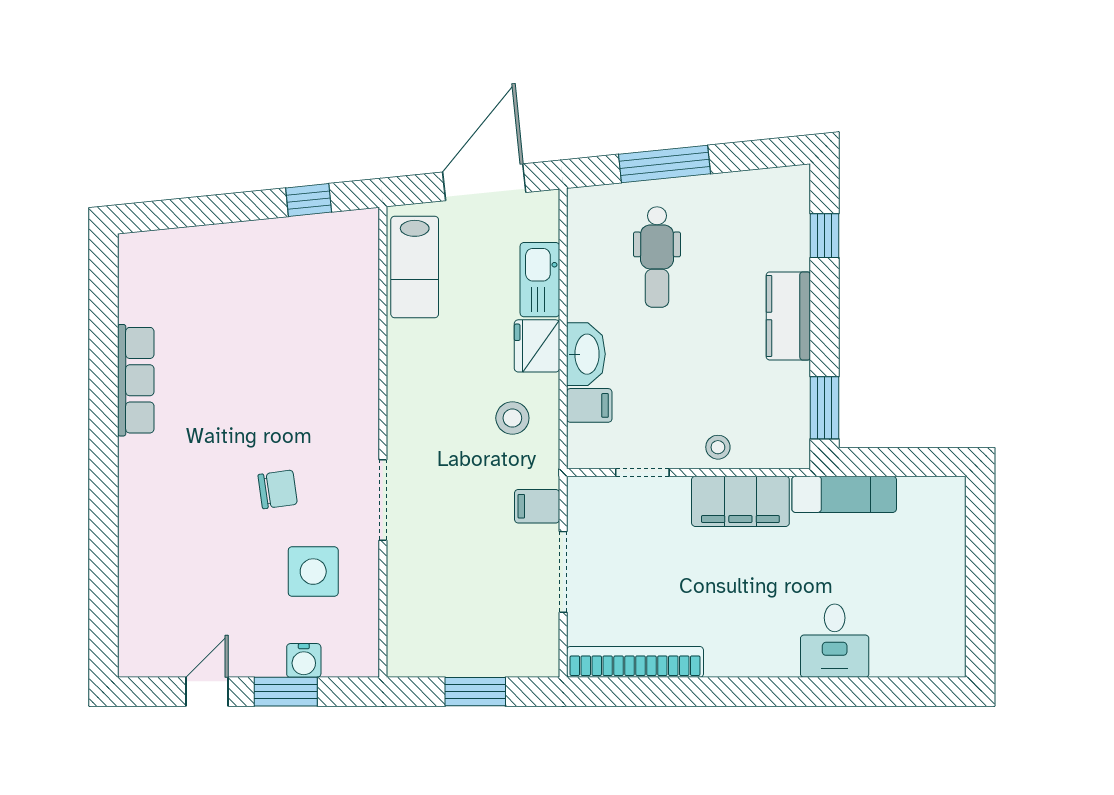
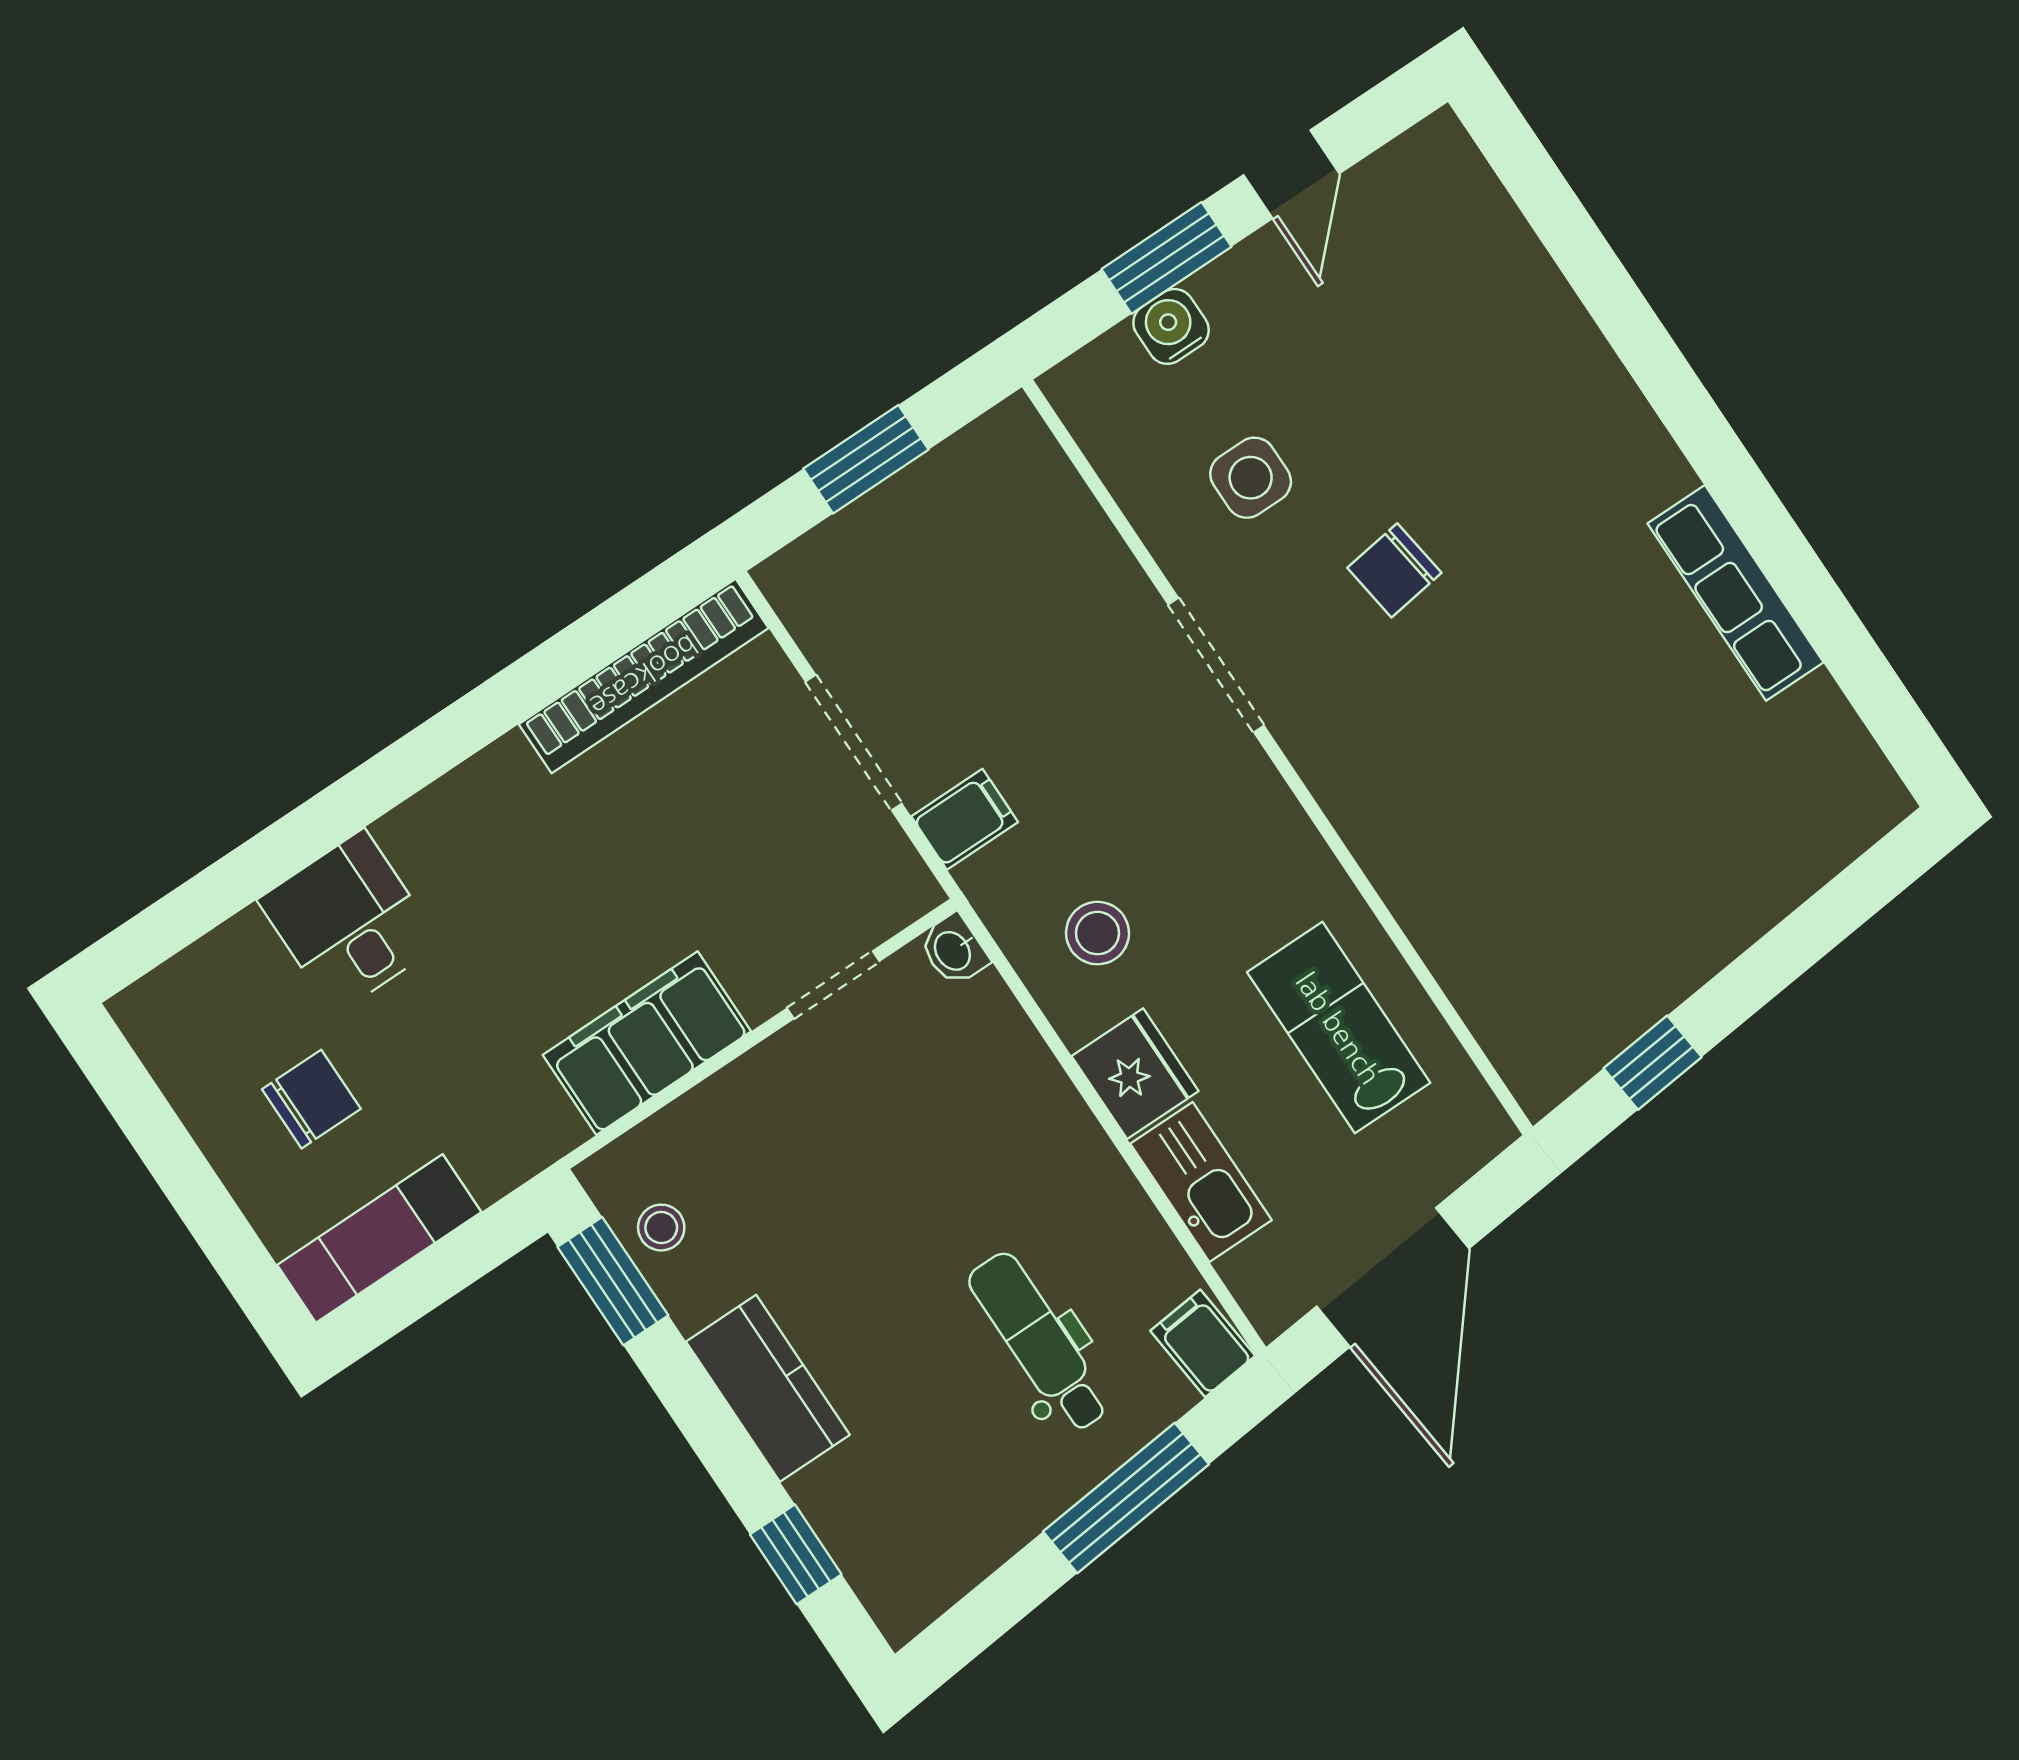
lab bench: (415, 267) -> (1339, 1028), moved
washbasin: (586, 354) -> (954, 950), moved, width x0.52, depth x0.69
filing cabinet: (589, 405) -> (1203, 1343), moved, turned 84
stool: (718, 447) -> (661, 1228), moved
exam couch: (844, 494) -> (379, 1239), moved
side table: (313, 572) -> (1251, 478), width x0.73, depth x0.73
chair: (903, 575) -> (311, 1099), added

